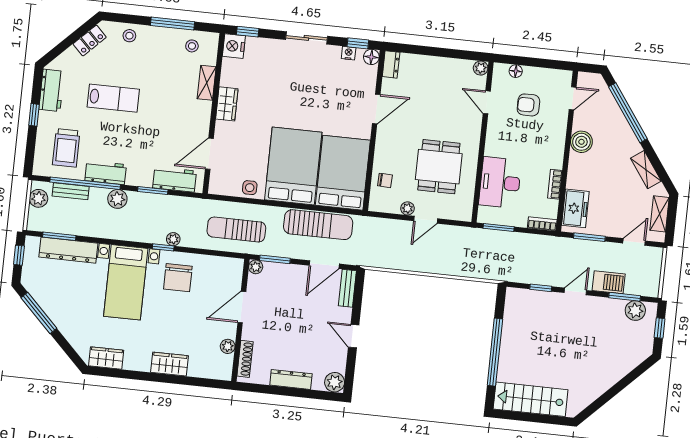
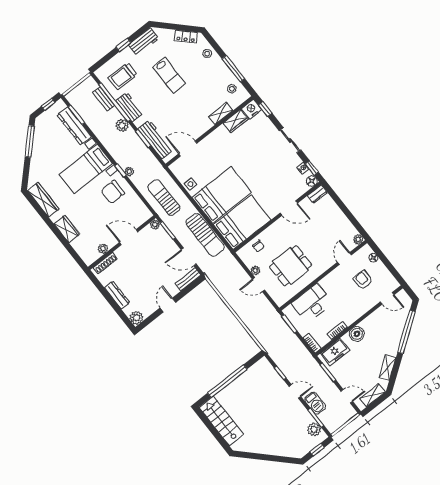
wardrobe: (227, 104) -> (236, 121), moved
boiler: (581, 142) -> (357, 334), moved
workbench: (175, 179) -> (156, 140), width x1.38
plant: (39, 198) -> (85, 87), removed
wardrobe: (106, 358) -> (43, 200), width x1.50

